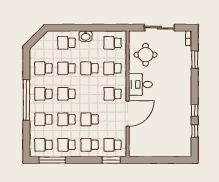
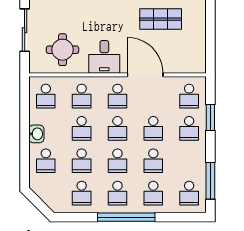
shop shelf: (167, 124) -> (161, 19), added
school desk: (66, 145) -> (117, 128), moved
window: (111, 160) -> (210, 118), moved

